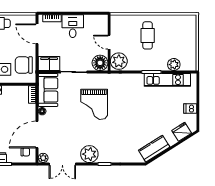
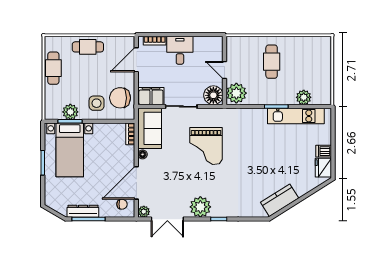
door: (37, 34) -> (136, 60), hinge flipped
fridge: (182, 132) -> (323, 168), moved, turned -58

